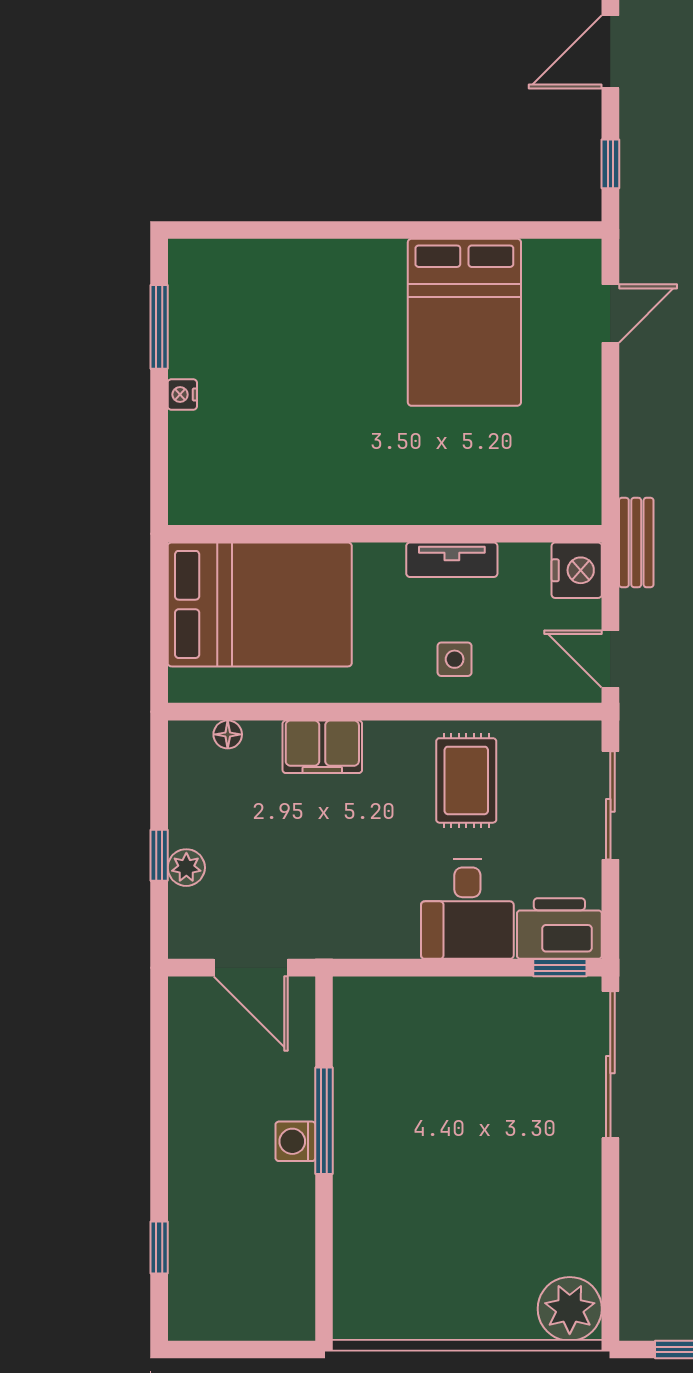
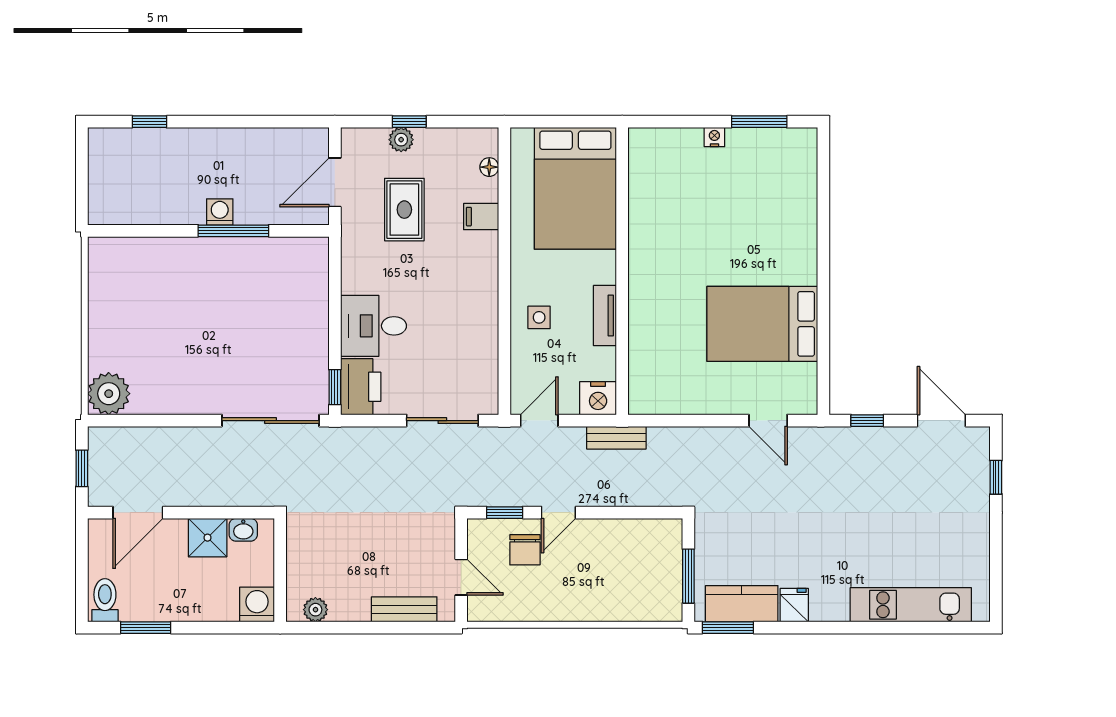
filing cabinet: (322, 747) -> (481, 217), width x0.50
rug: (466, 780) -> (404, 210), moved, turned 90

